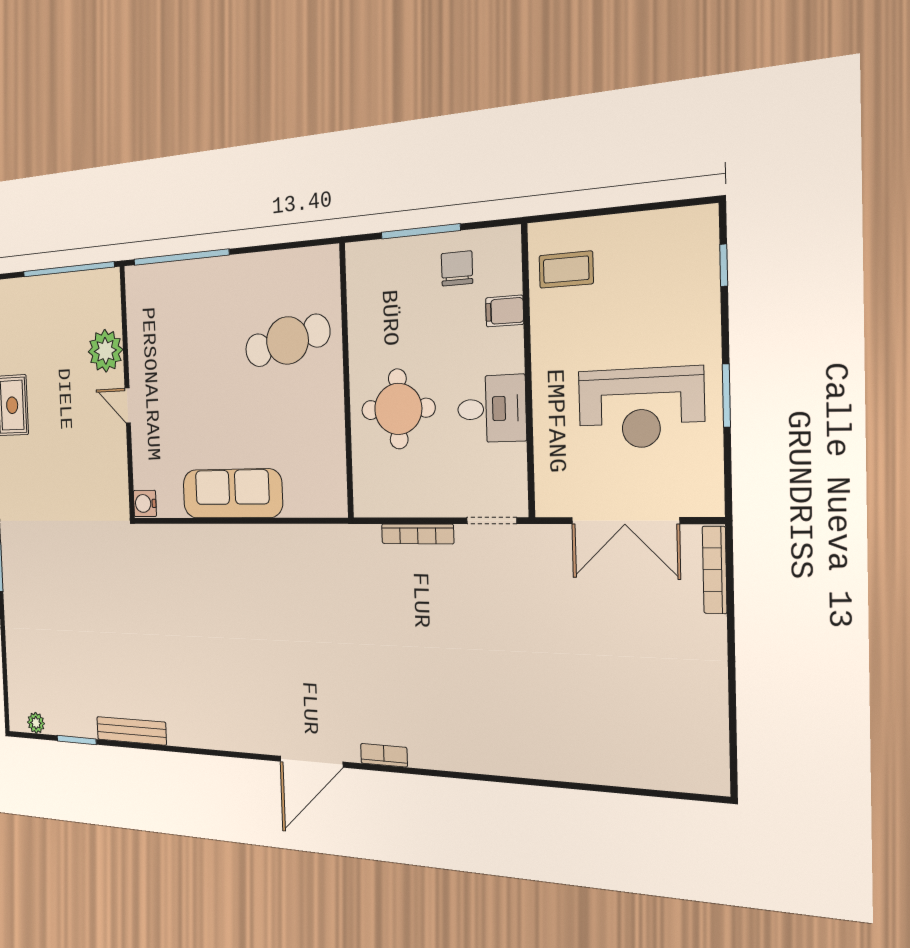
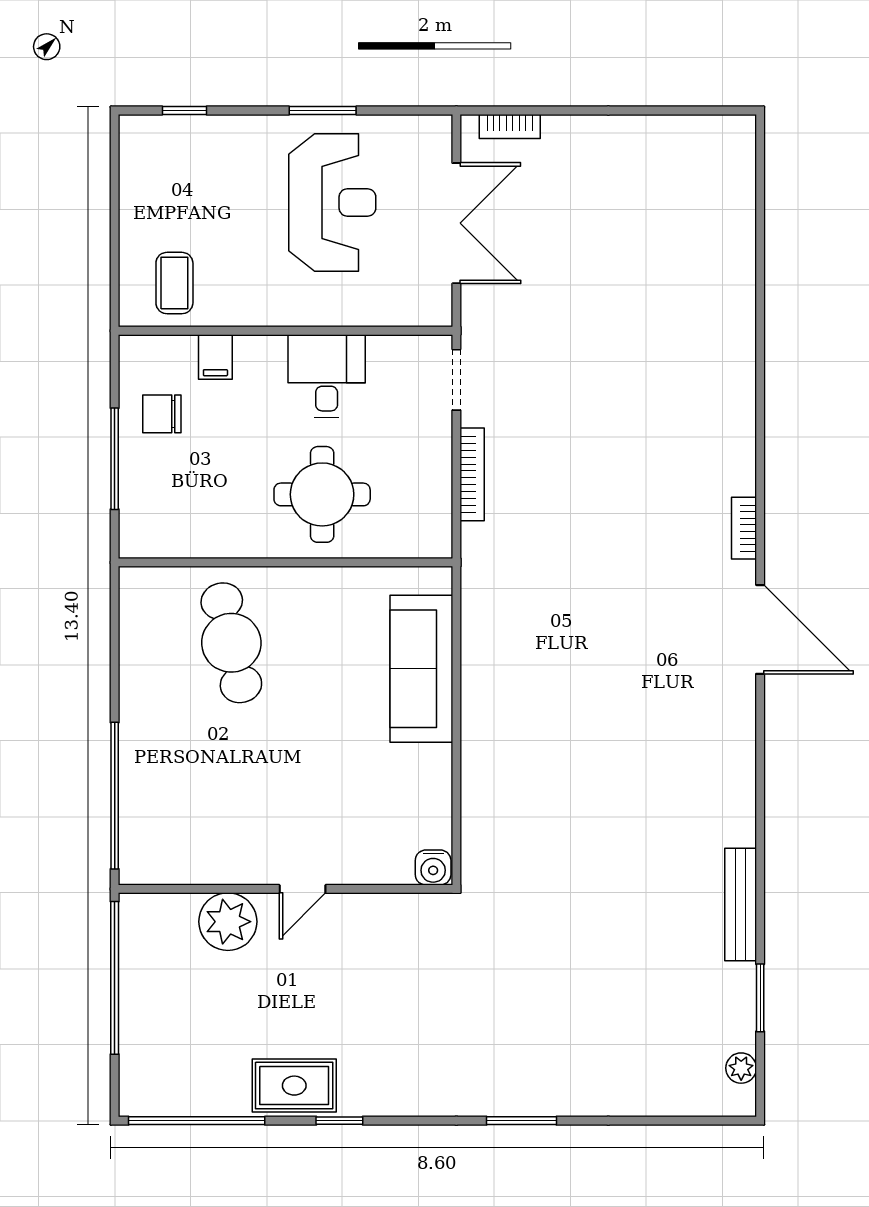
sofa: (232, 494) -> (421, 669), moved
bookcase: (715, 570) -> (510, 126), width x0.64

